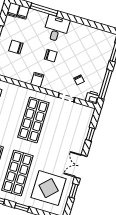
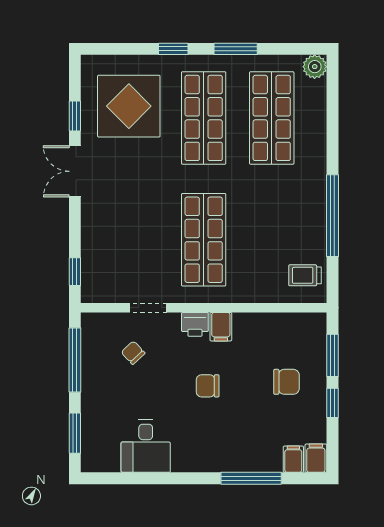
desk: (56, 29) -> (146, 446), moved
printer: (92, 97) -> (195, 324), moved
window: (90, 134) -> (75, 272), moved
double door: (81, 167) -> (75, 171), swing flipped

